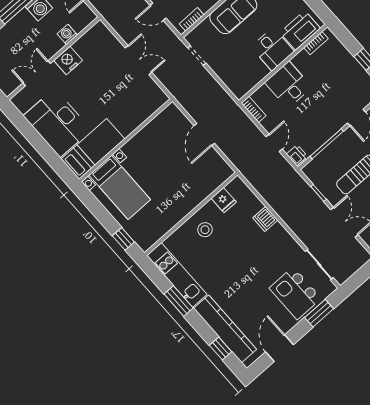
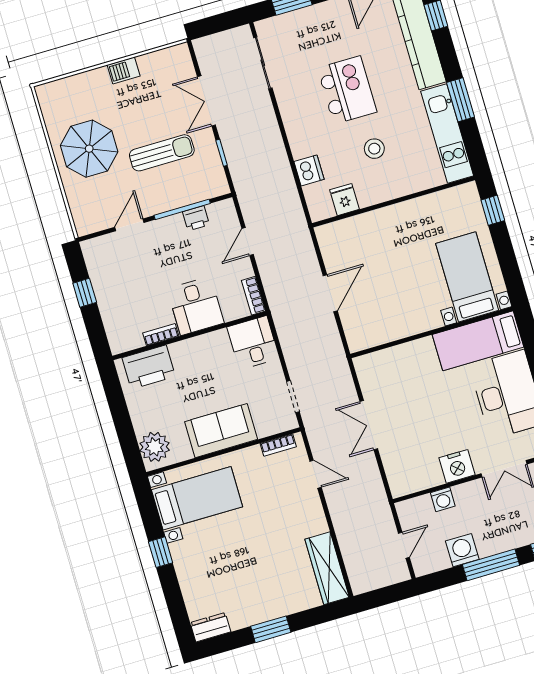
bookcase: (316, 43) -> (161, 335), moved
desk: (273, 49) -> (253, 343), moved
printer: (297, 155) -> (196, 218), moved, turned -90
dishwasher: (265, 219) -> (309, 170), moved
stool: (205, 230) -> (374, 149), moved
kitchen island: (295, 293) -> (347, 90), moved

